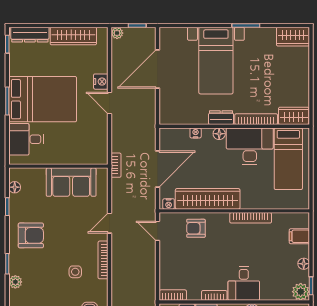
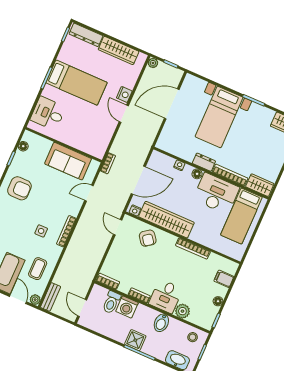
bed: (43, 99) -> (77, 83), width x0.67
door: (110, 223) -> (89, 193), moved
armchair: (196, 228) -> (148, 238), turned -127
plant: (301, 292) -> (182, 311), moved

